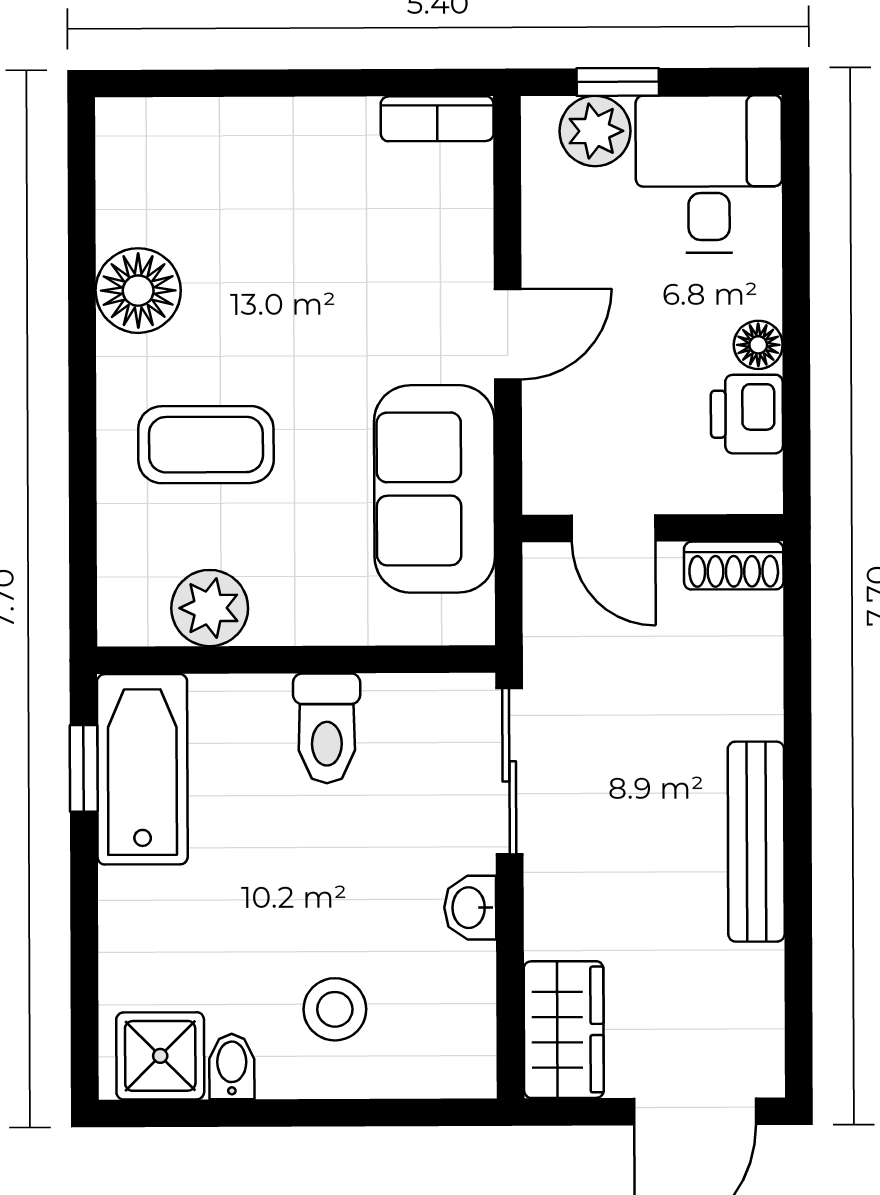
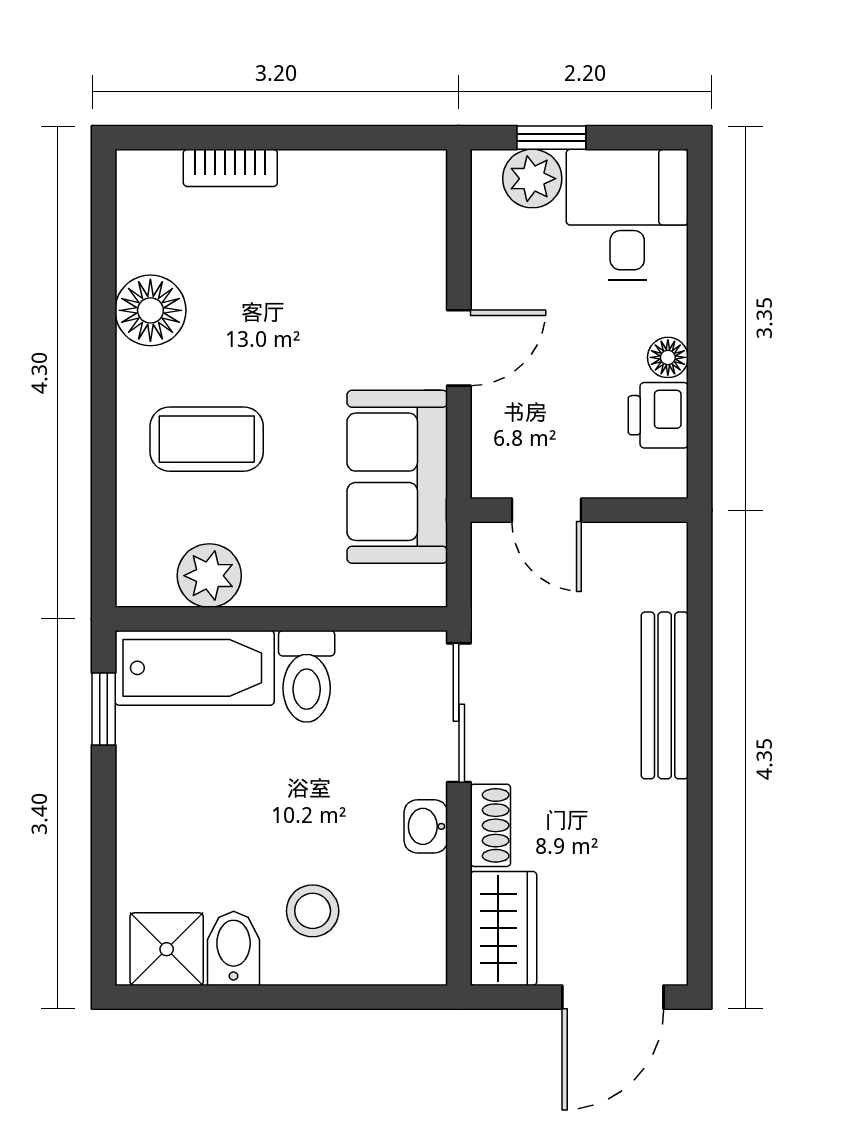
bookcase: (437, 119) -> (230, 168), moved
shoe rack: (734, 566) -> (490, 825), moved, turned -90
bathtub: (142, 769) -> (195, 668), moved, turned 90
bench: (756, 842) -> (665, 695), moved
bidet: (232, 1066) -> (234, 948), width x1.38, depth x1.36

